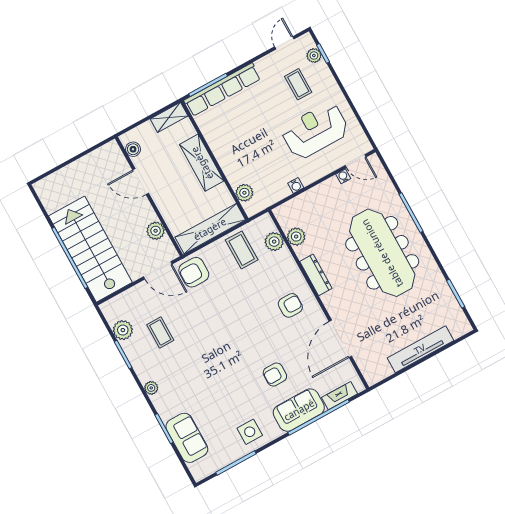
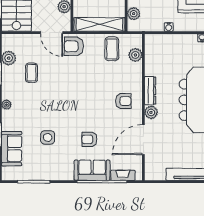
plant: (296, 237) -> (151, 112), moved
side table: (250, 432) -> (48, 137), moved

